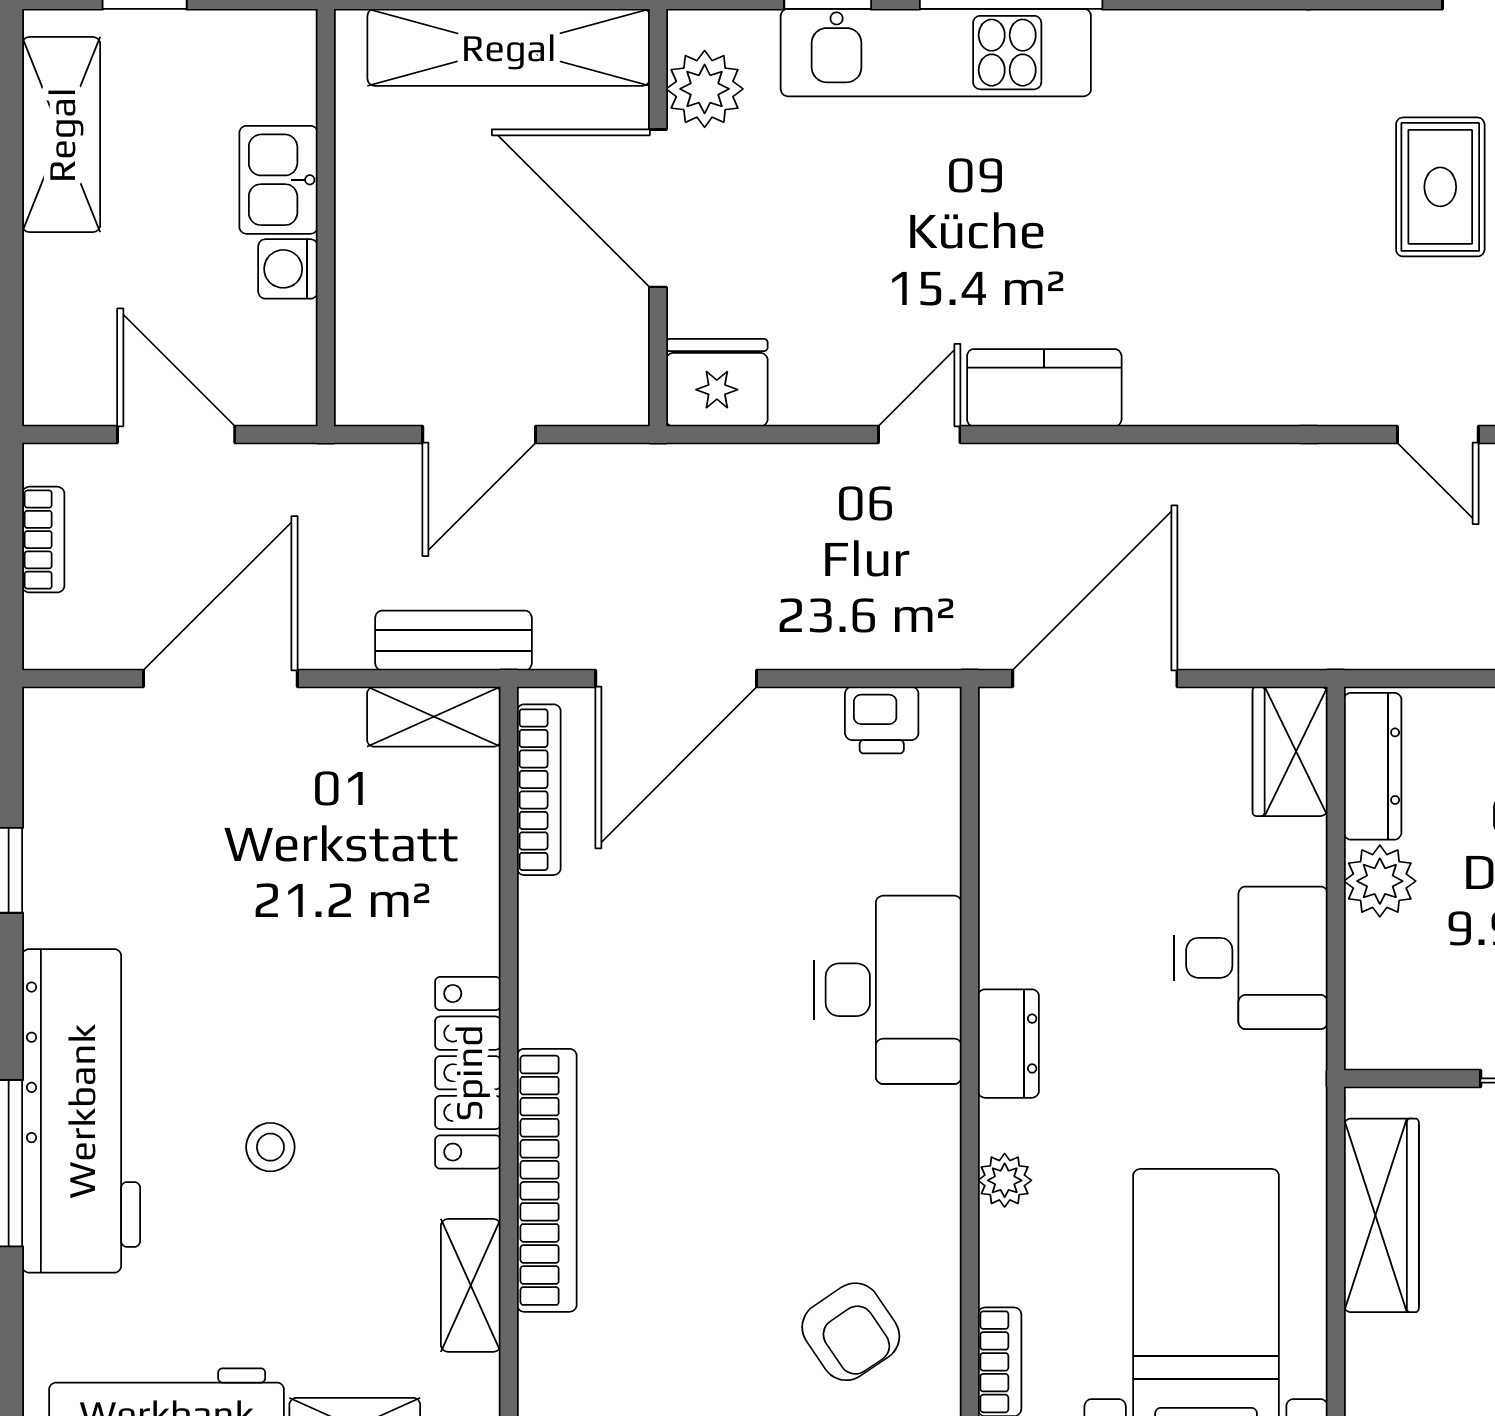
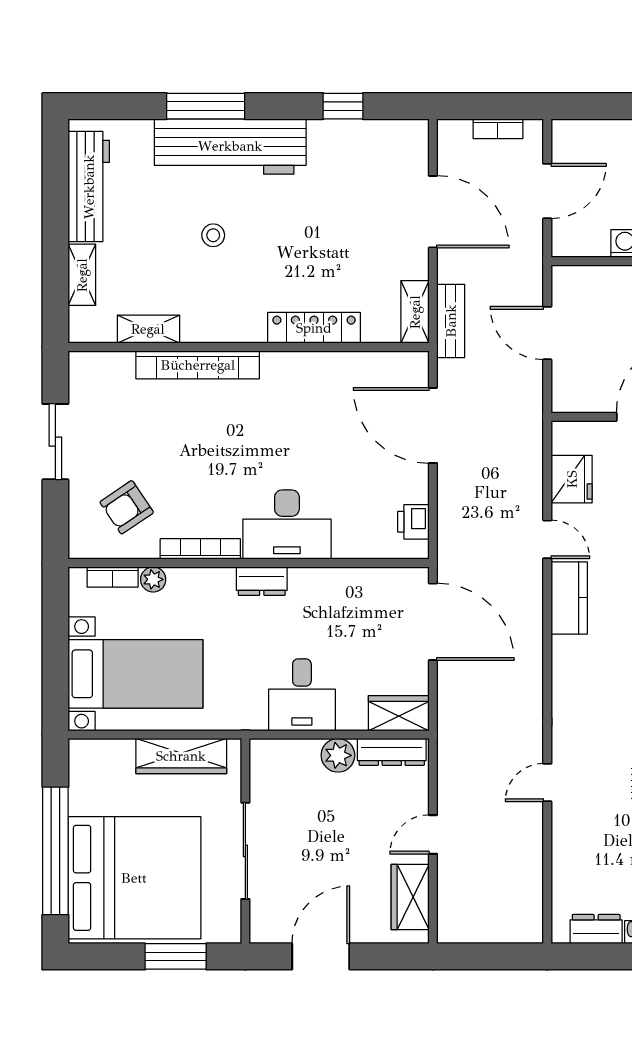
fridge: (717, 383) -> (572, 479), moved
bookcase: (539, 790) -> (200, 549), moved, turned 180
locker: (468, 1073) -> (314, 328), moved
plant: (1005, 1180) -> (153, 579), moved

